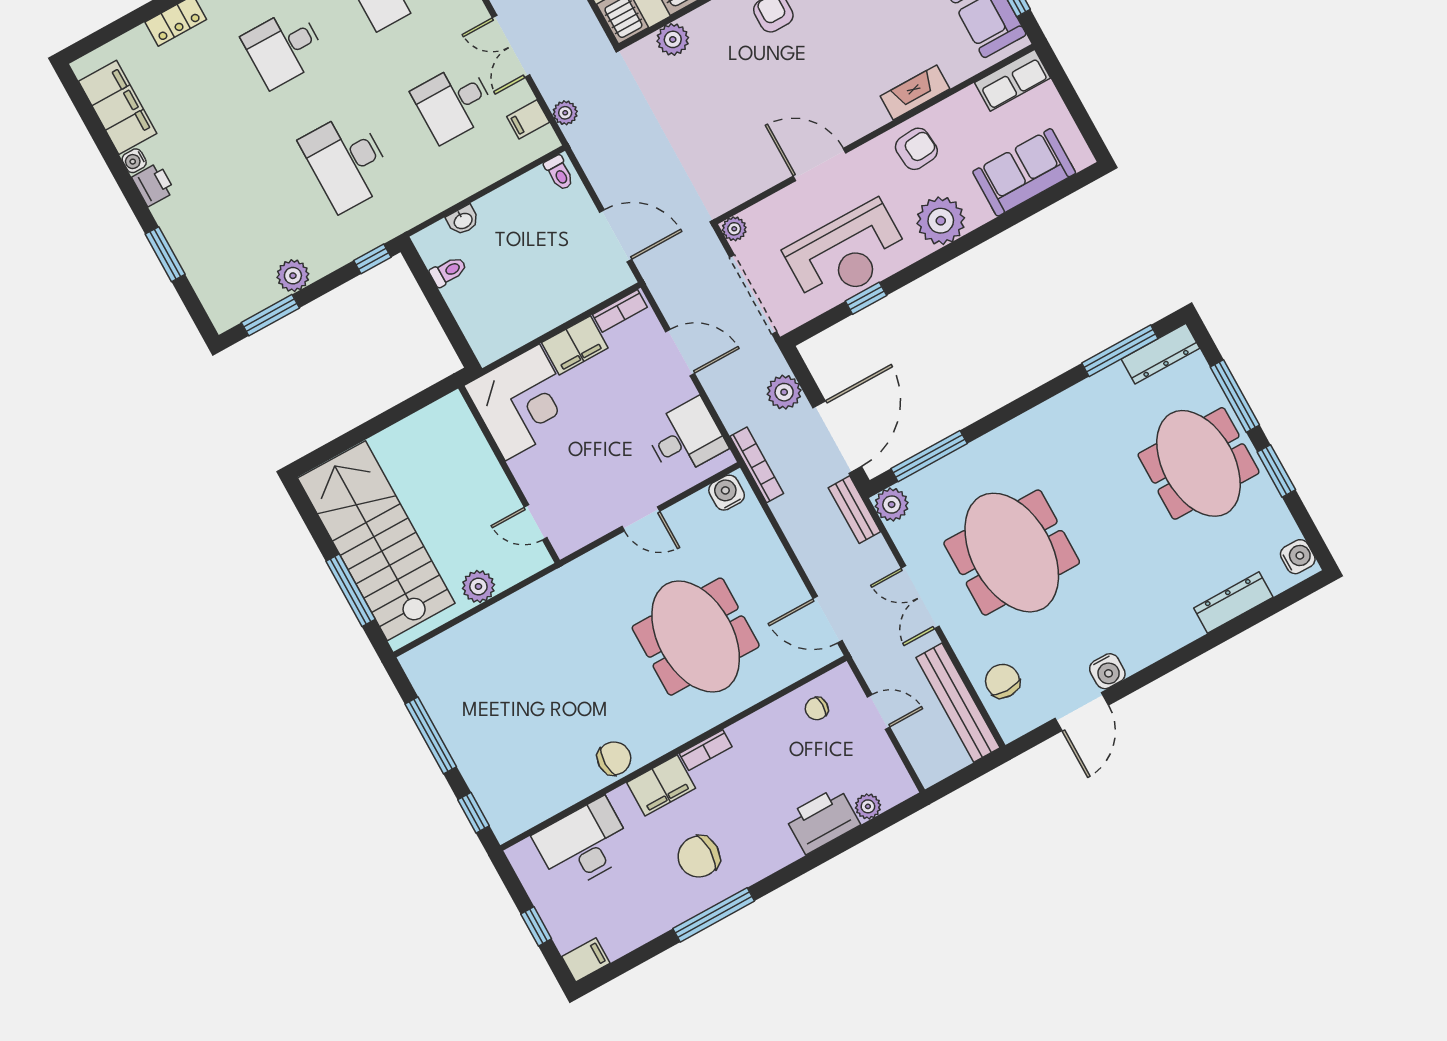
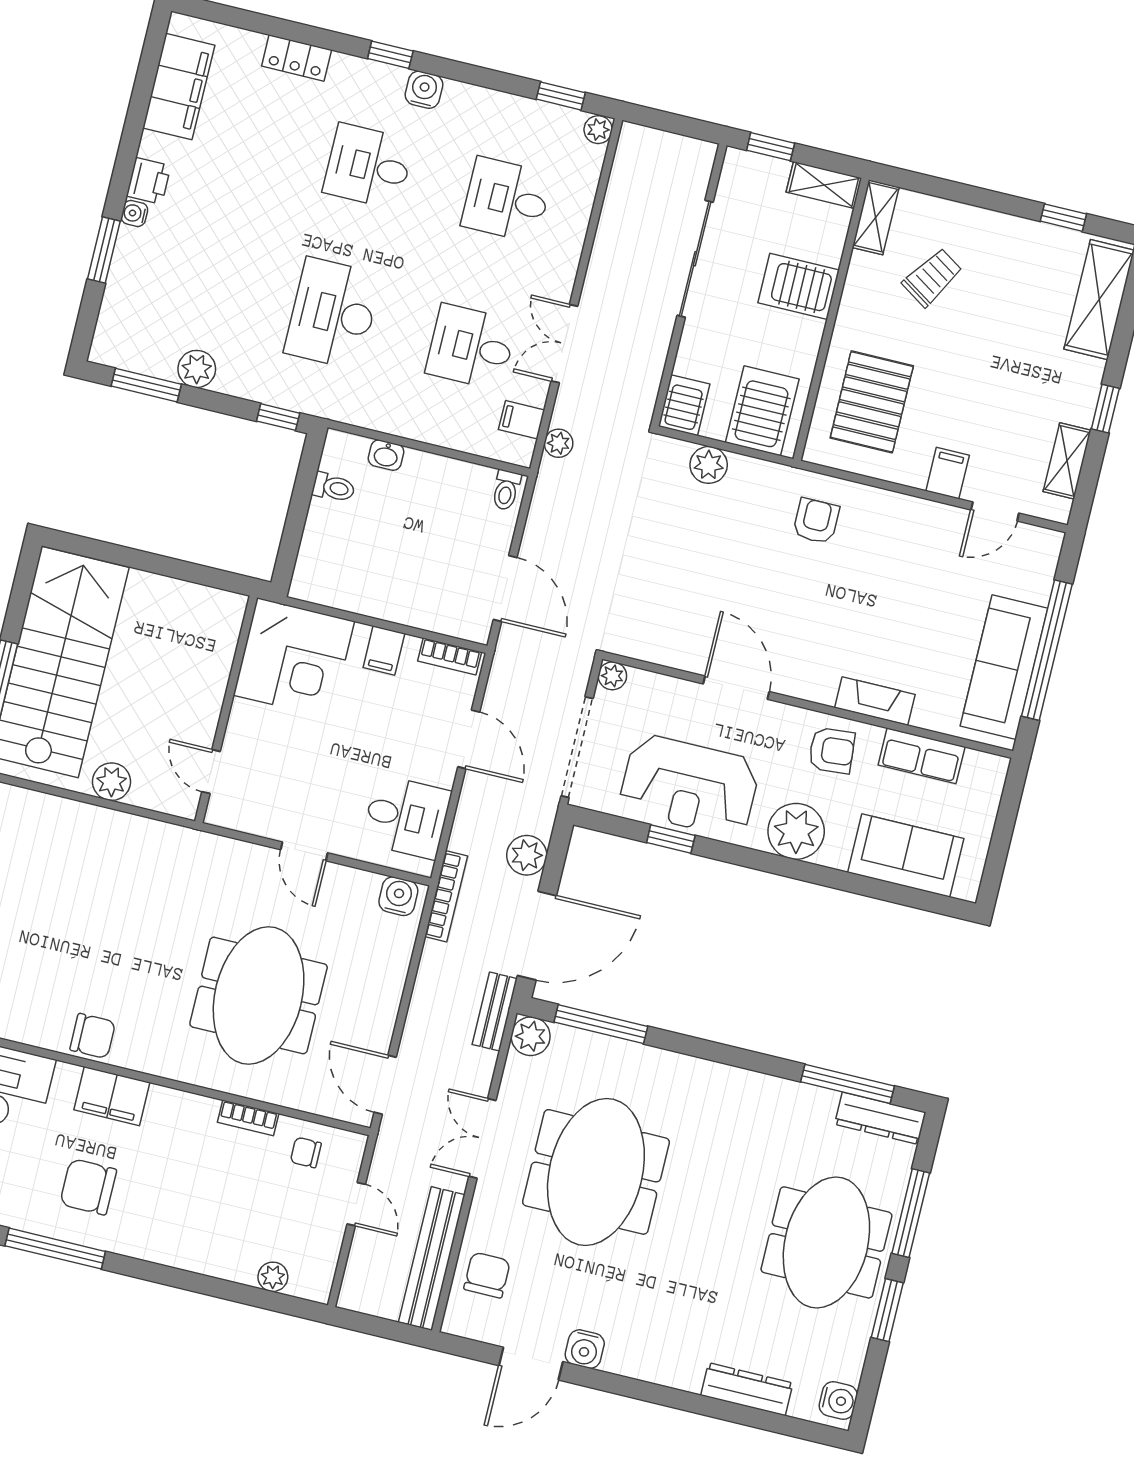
row of seats: (1012, 80) -> (922, 756), moved
water cooler: (134, 161) -> (134, 213), moved
filing cabinet: (575, 345) -> (384, 650), width x0.50
bookcase: (706, 750) -> (248, 1118), moved
printer: (822, 820) -> (223, 1253), removed

